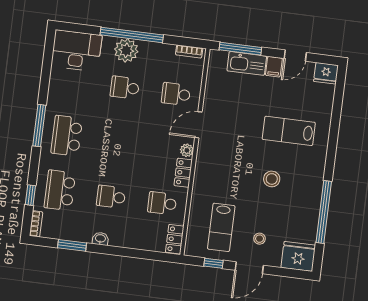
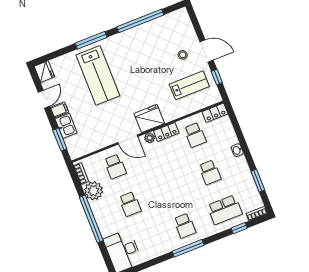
window: (240, 49) -> (60, 139), width x0.69
plant: (126, 50) -> (94, 191), moved
door: (295, 56) -> (44, 99), hinge flipped
kitchen sink: (247, 63) -> (66, 126), width x0.73
lab bench: (289, 131) -> (98, 75), width x1.36, depth x1.39
school desk: (67, 136) -> (185, 226), width x0.54
window: (332, 145) -> (91, 40), added
stool: (272, 179) -> (137, 69), removed
washbasin: (100, 239) -> (237, 150), moved
fridge: (298, 256) -> (149, 118), moved, turned 90

